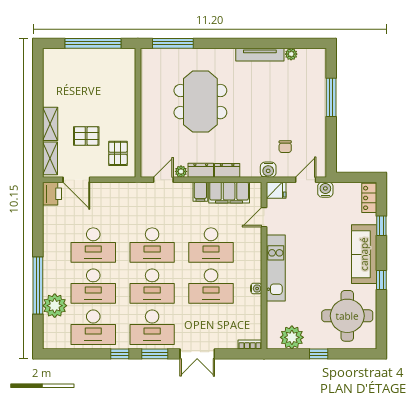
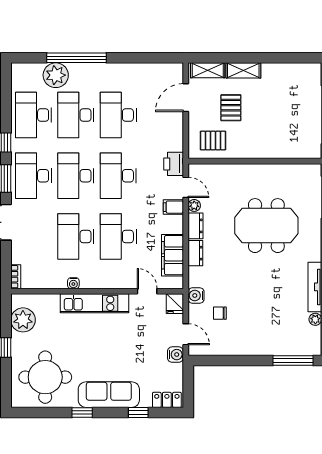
window: (331, 97) -> (293, 360), moved
filing cabinet: (200, 192) -> (173, 207), moved
printer: (52, 194) -> (174, 164), moved, turned 90

